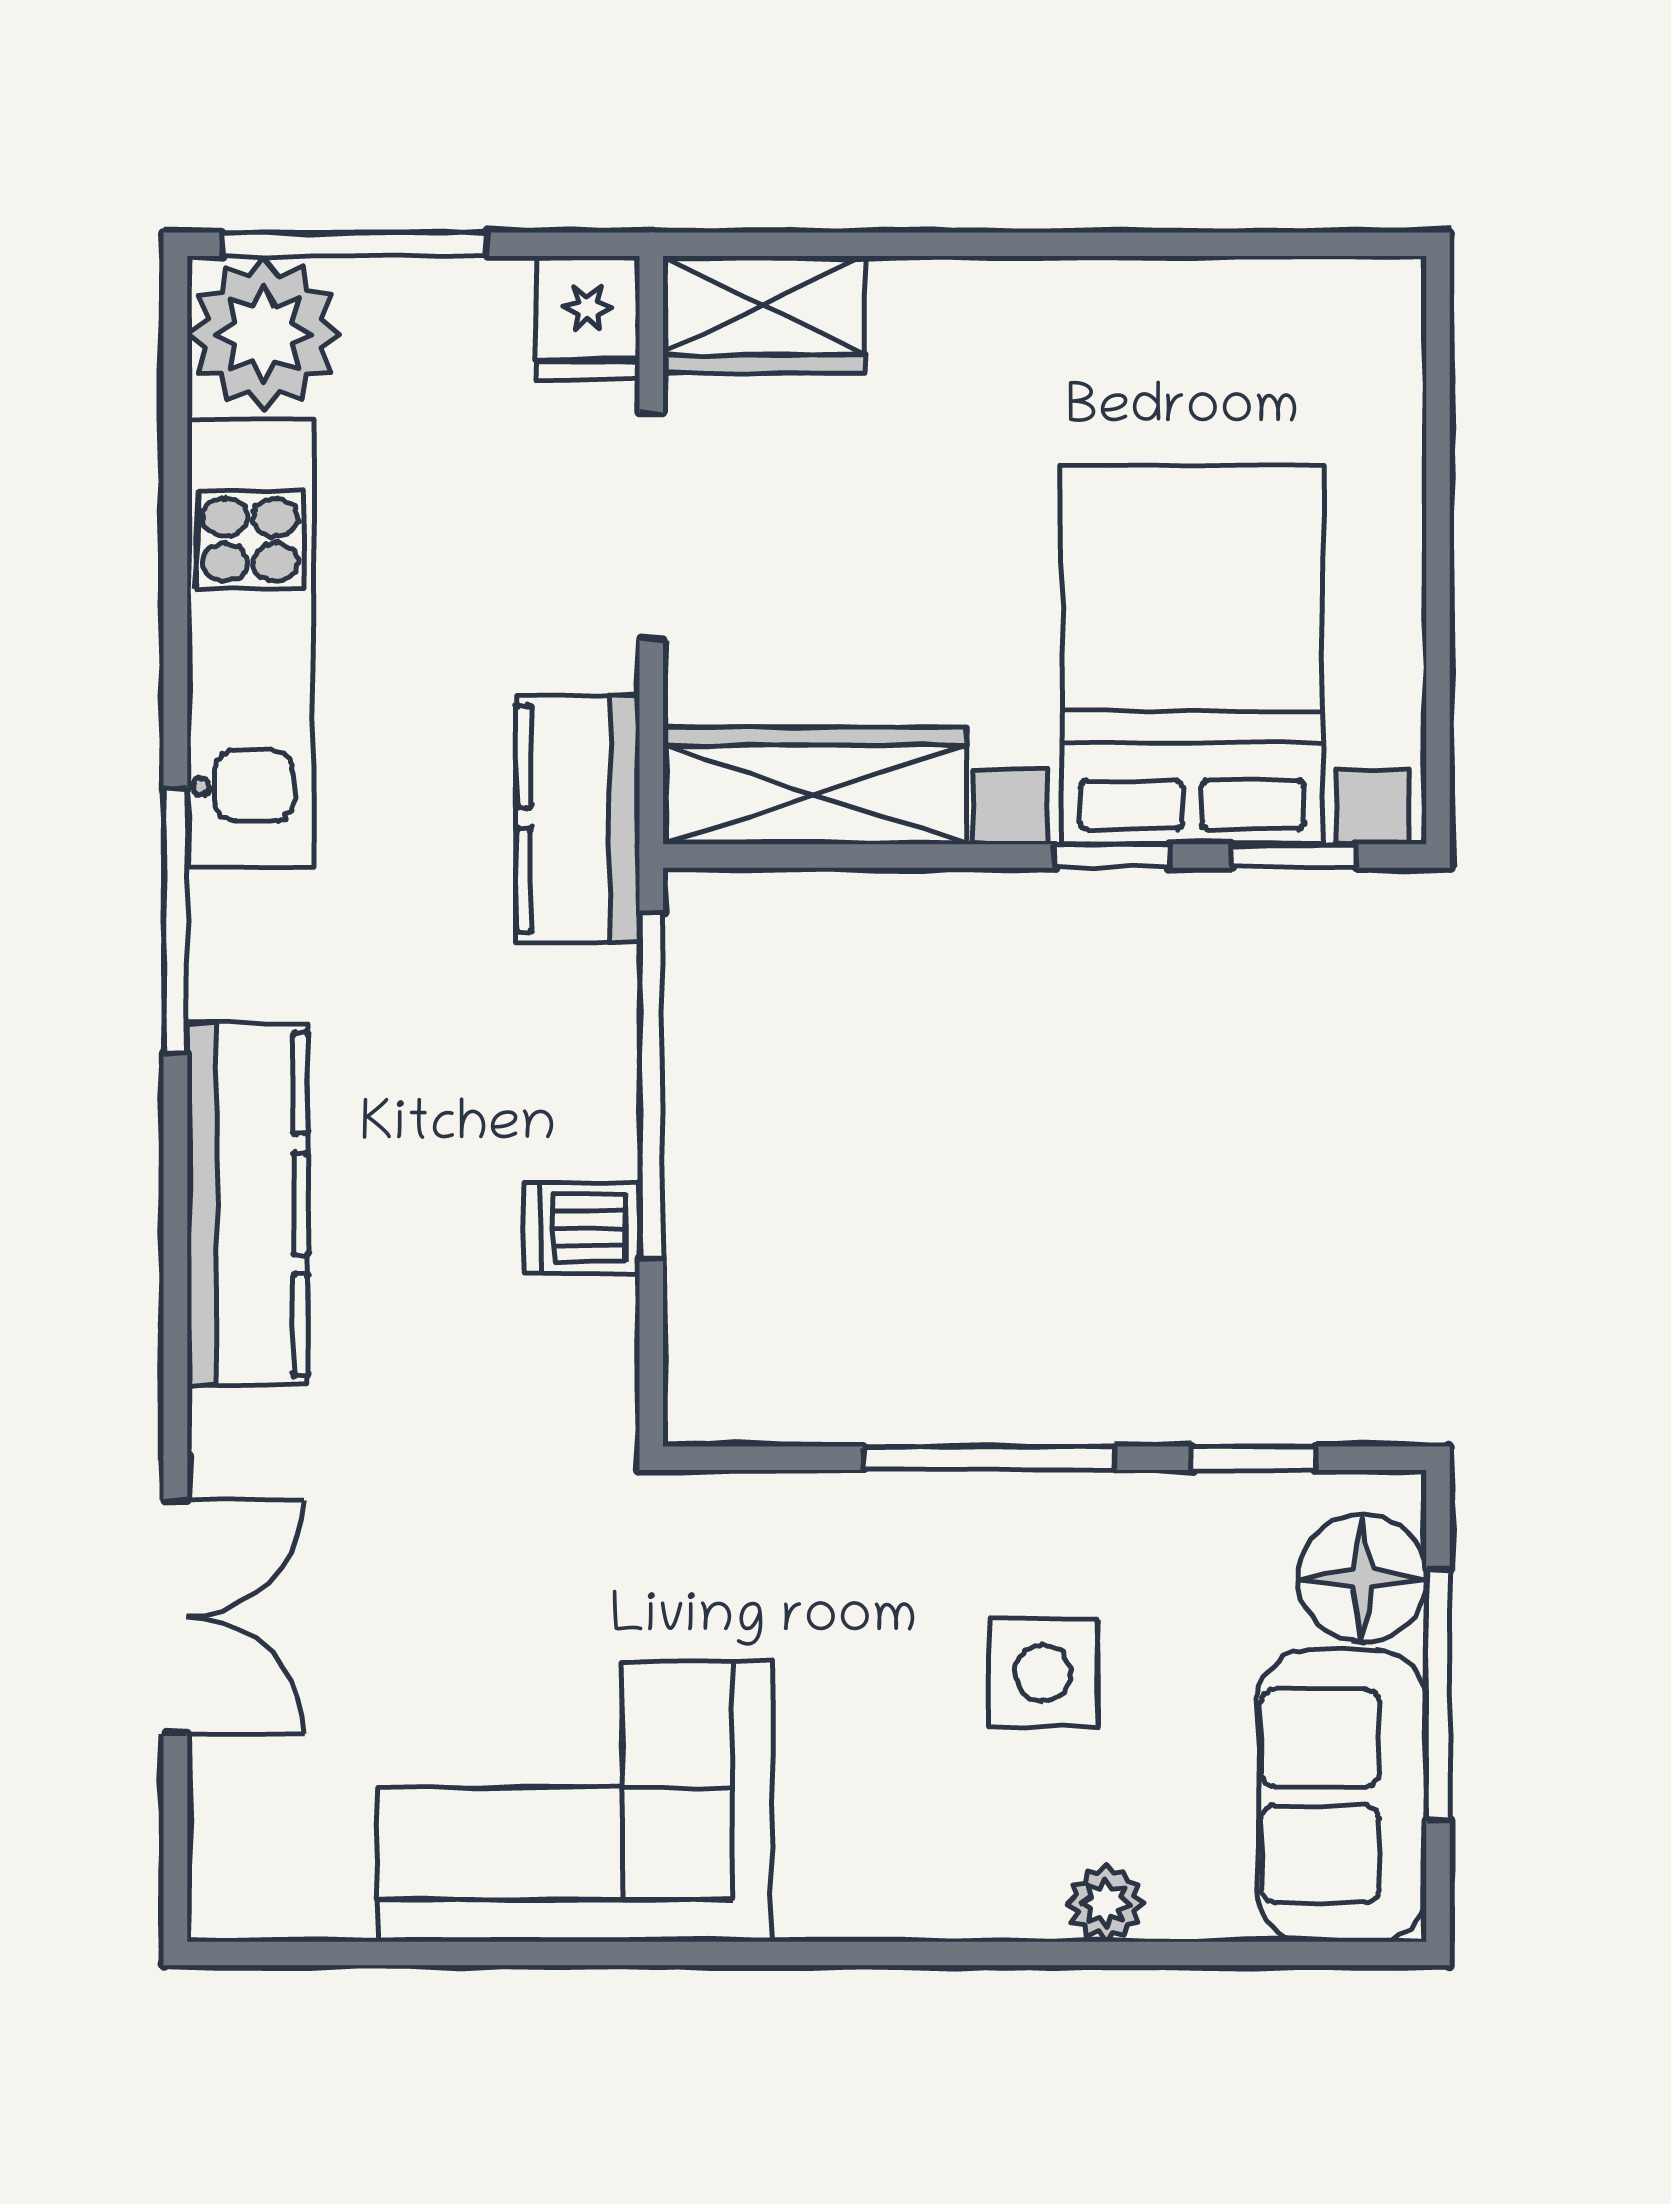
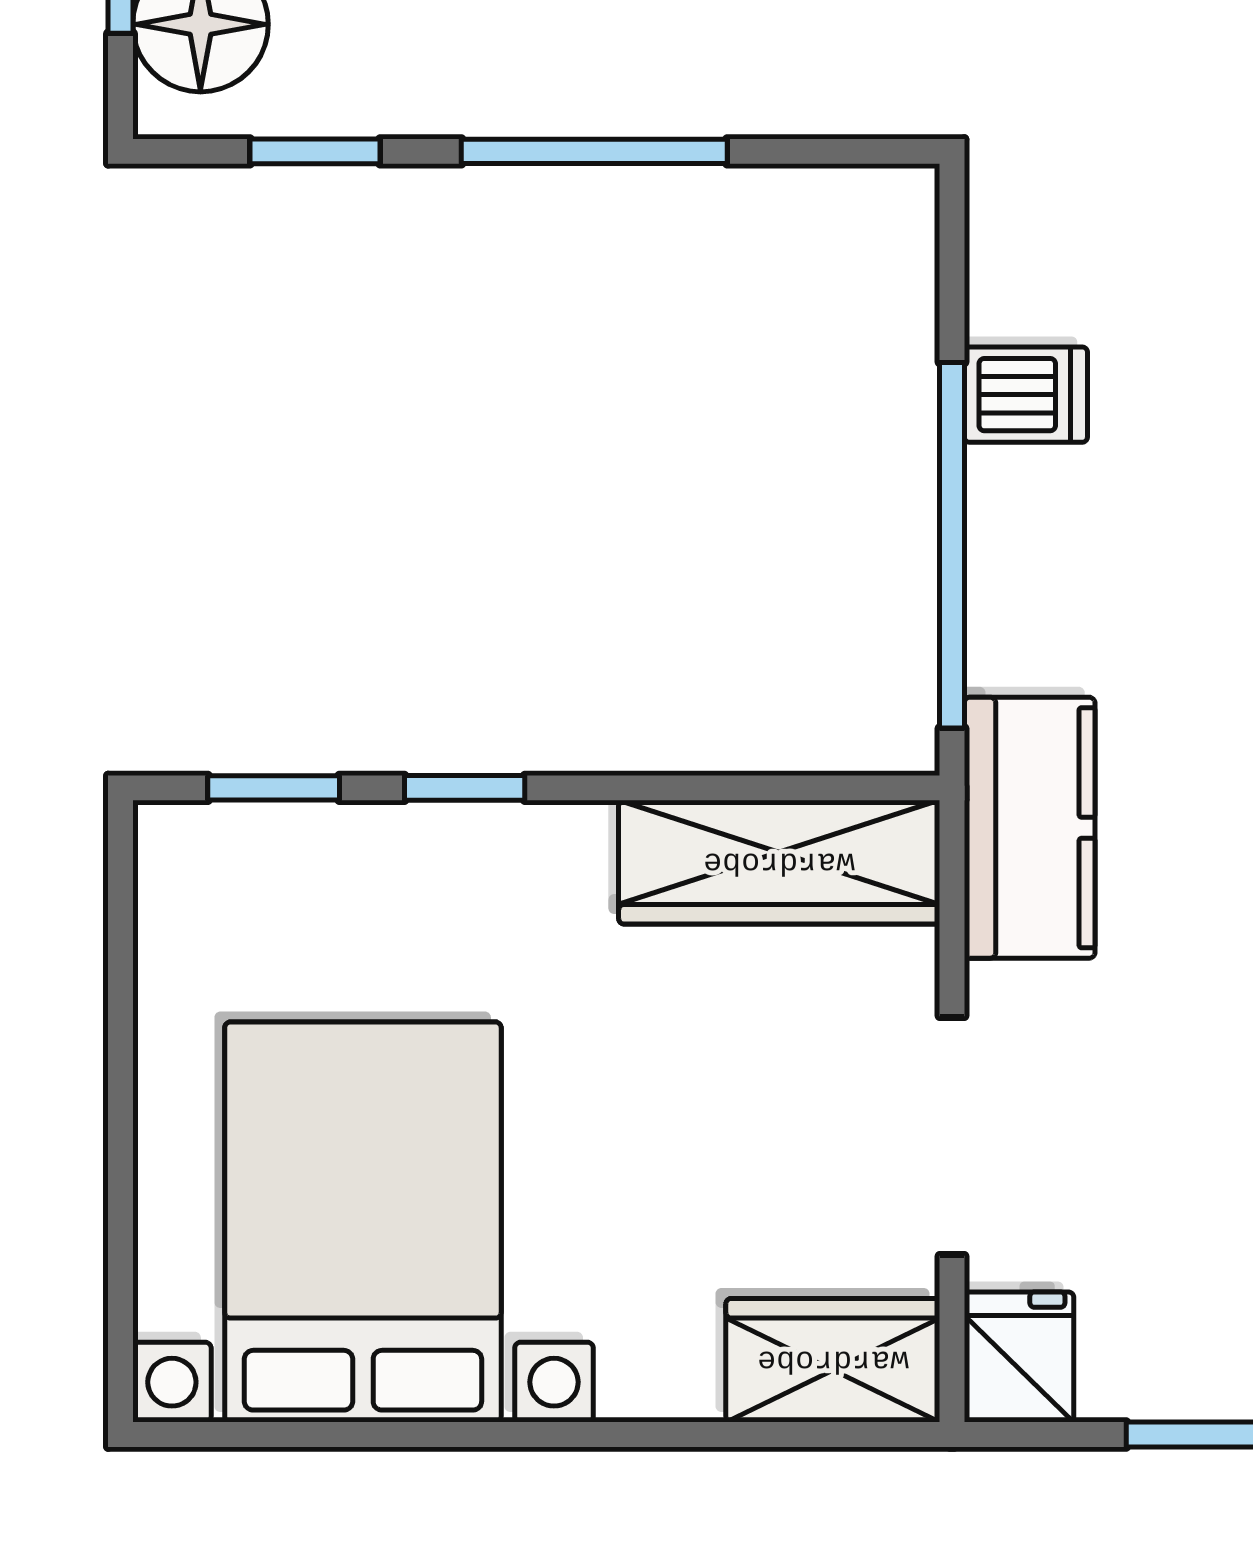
bed with nightstands: (1192, 655) -> (363, 1222), moved, turned 180

